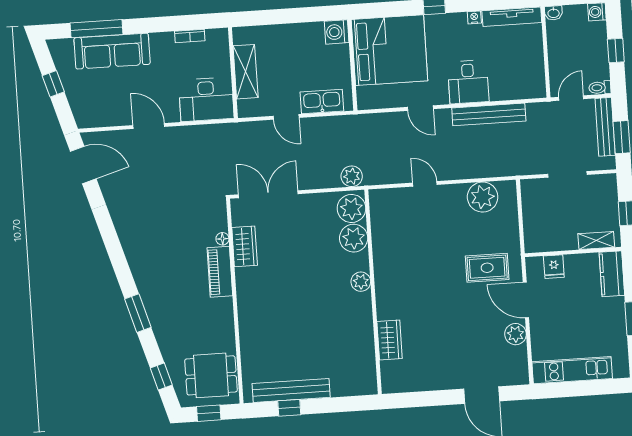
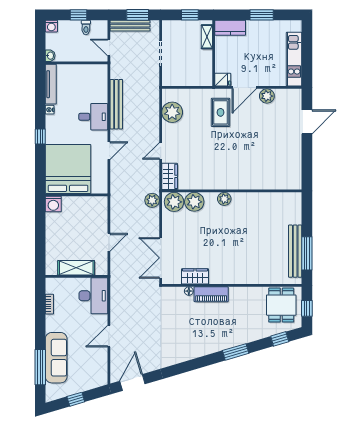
toilet: (600, 88) -> (86, 27), moved
kitchen sink: (322, 102) -> (100, 217), removed
fridge: (554, 267) -> (223, 80), moved
wardrobe: (390, 340) -> (170, 176), moved, turned 90
window: (289, 408) -> (307, 253), width x2.17

